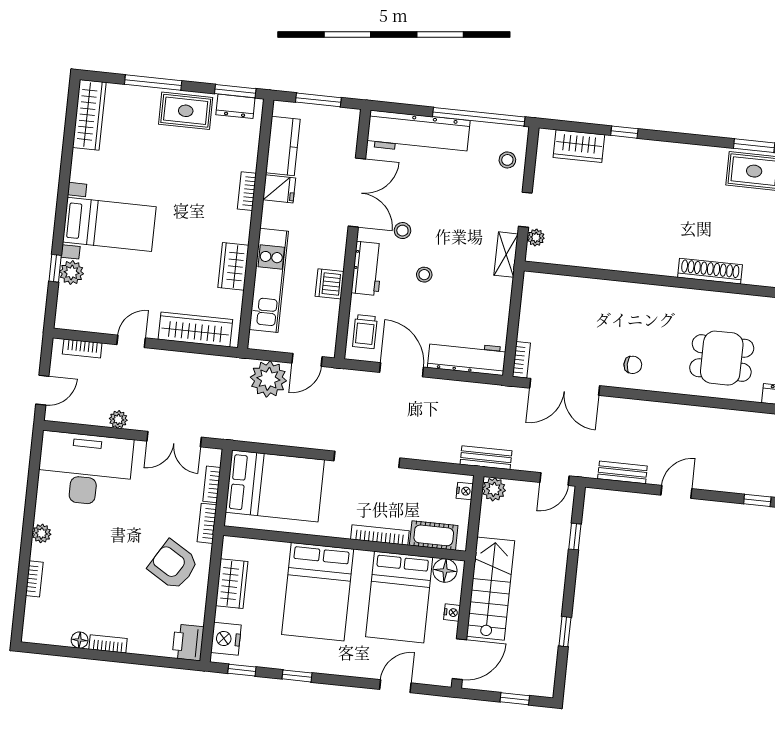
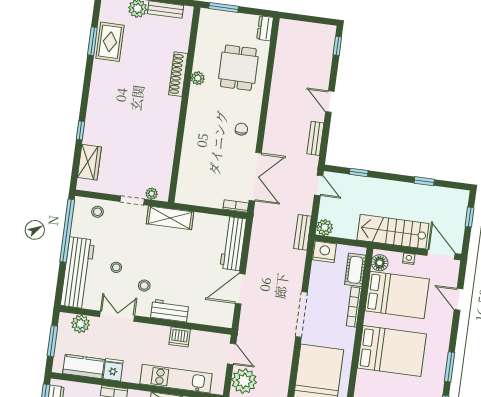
plant: (344, 140) -> (81, 324), added
double door: (357, 193) -> (117, 316), width x0.73
shelving: (506, 255) -> (170, 218), width x1.50, depth x1.33
stool: (424, 275) -> (116, 267), moved
plant: (705, 300) -> (198, 78), added
trolley: (365, 332) -> (213, 313), removed
nightstand: (465, 491) -> (325, 252), width x1.89, depth x1.79
window: (297, 676) -> (450, 367), width x1.50

